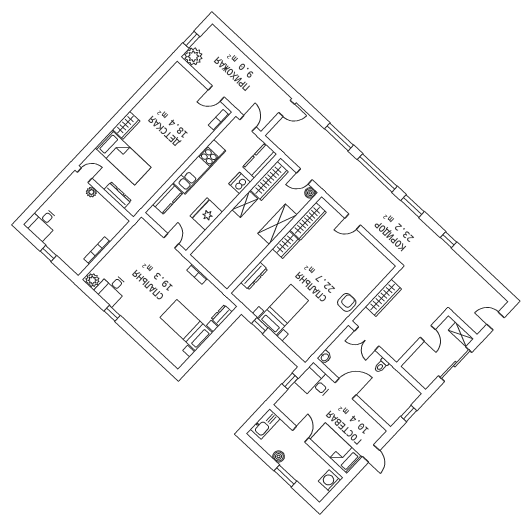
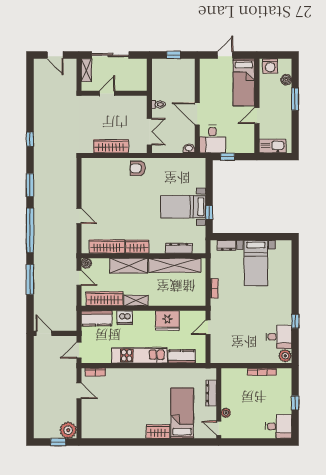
shelving: (244, 260) -> (175, 265), added
boiler: (279, 456) -> (286, 80), moved

